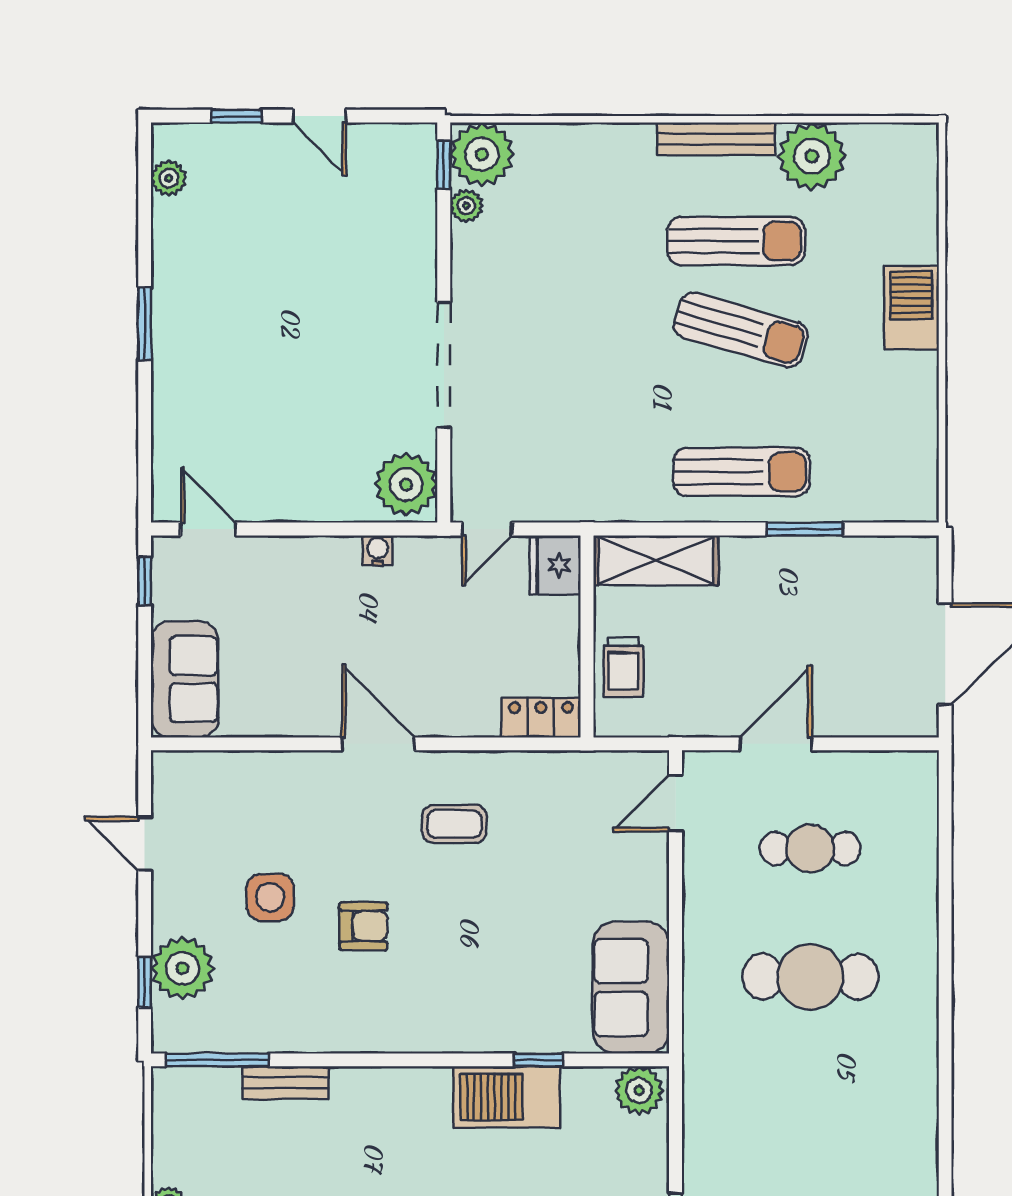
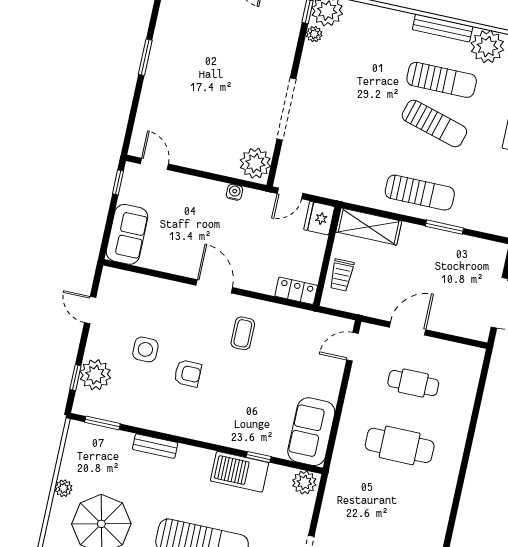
coffee table: (454, 824) -> (243, 333), turned 90
window: (217, 1060) -> (102, 423), width x0.69
bench: (285, 1083) -> (155, 446), moved

